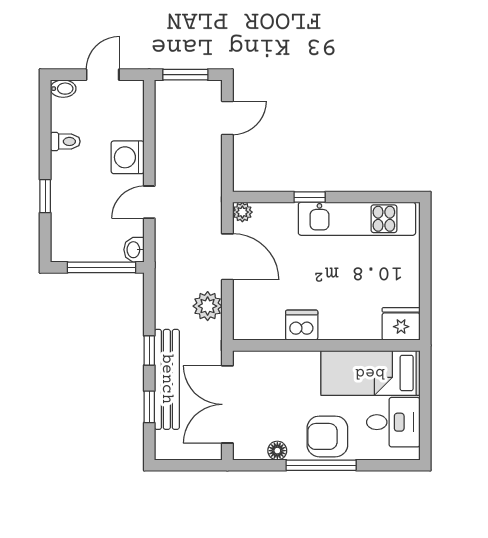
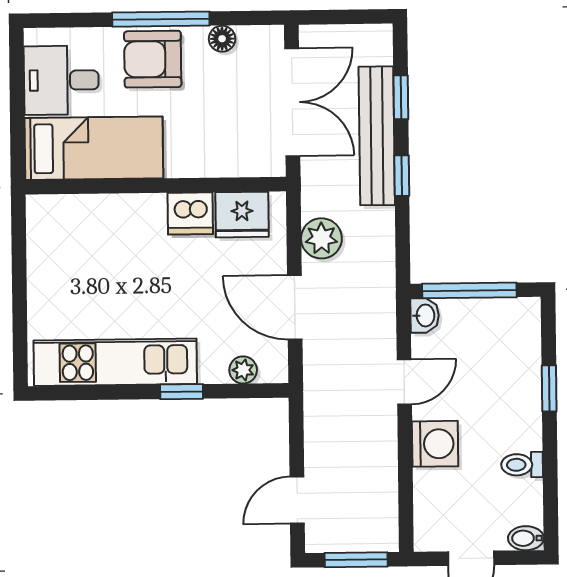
plant: (242, 212) -> (243, 370), moved
fridge: (401, 324) -> (242, 215), moved
armchair: (327, 436) -> (153, 59), turned 180

